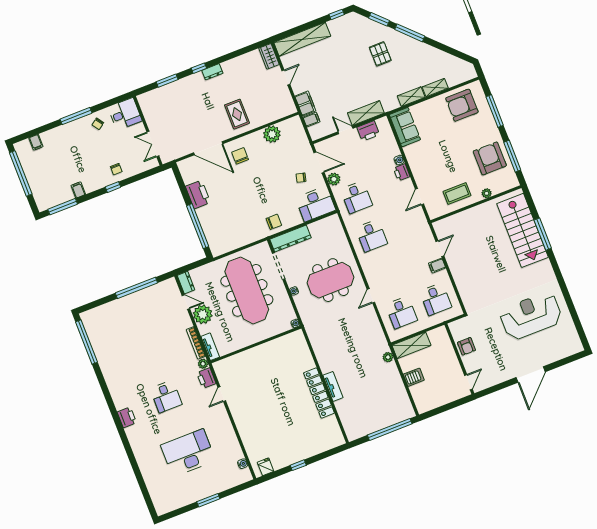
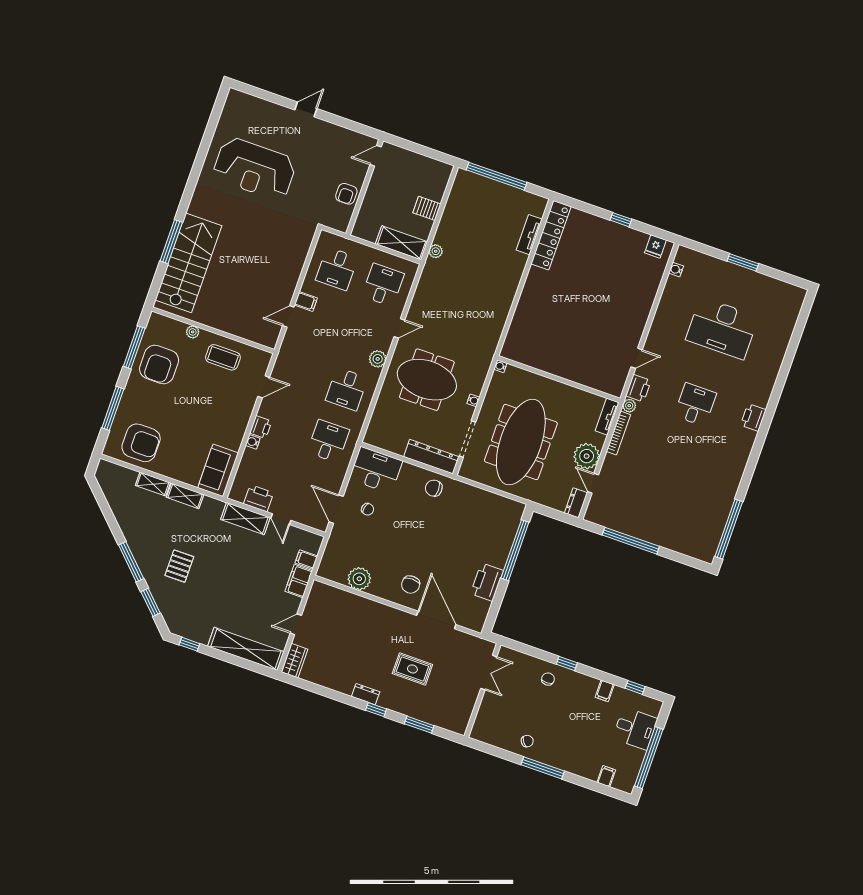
desk: (125, 114) -> (635, 729), moved, turned 180
rug: (237, 114) -> (412, 669), moved, turned 90
plant: (334, 179) -> (378, 359), moved
window: (63, 207) -> (635, 687), width x0.46
desk: (371, 236) -> (347, 389), turned 180
desk: (436, 299) -> (337, 269), turned 180
armchair: (467, 346) -> (346, 194), turned 180
door: (531, 375) -> (306, 109), width x0.53
tv unit: (333, 386) -> (529, 235), moved
locker: (319, 393) -> (551, 235), moved

